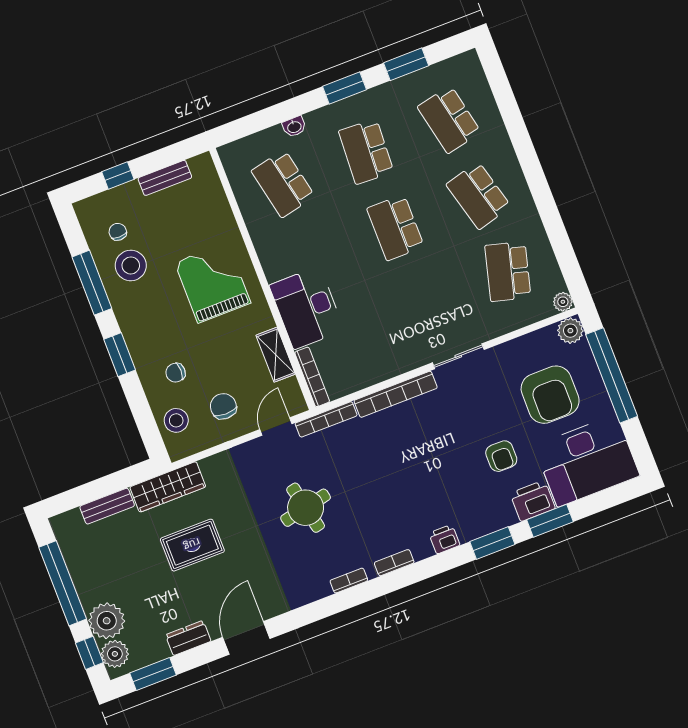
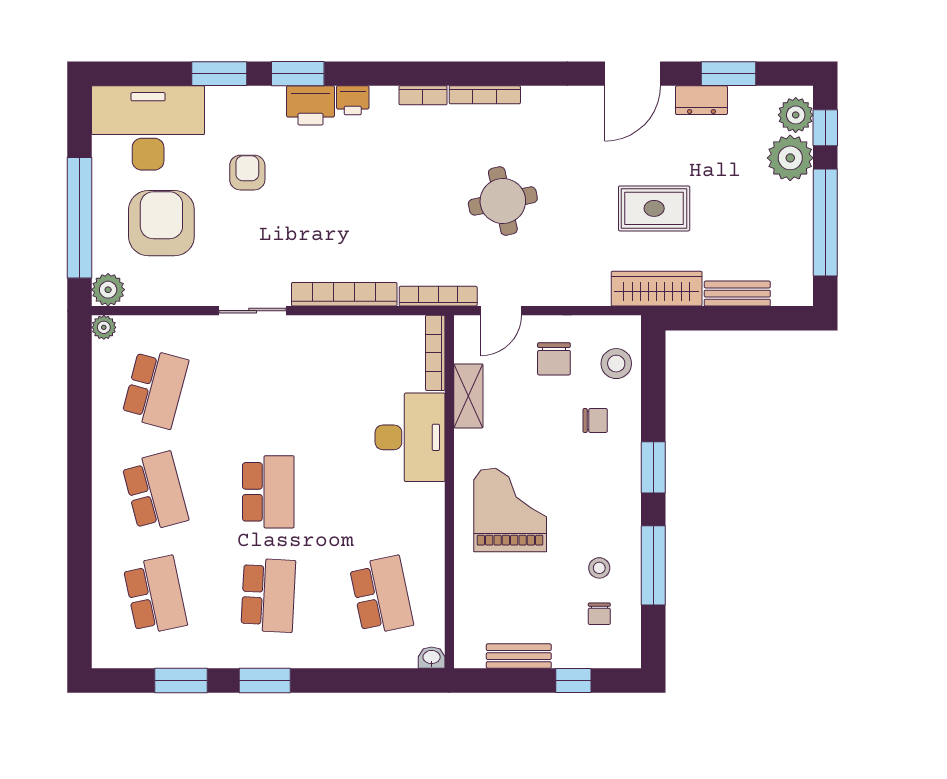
washbasin: (294, 127) -> (432, 658), moved
stool: (131, 265) -> (599, 568), width x0.53, depth x0.53
grand piano: (213, 283) -> (510, 510), turned 180
printer: (533, 501) -> (310, 105), moved
bookcase: (349, 581) -> (485, 95), width x1.56
window: (153, 674) -> (729, 74), moved

